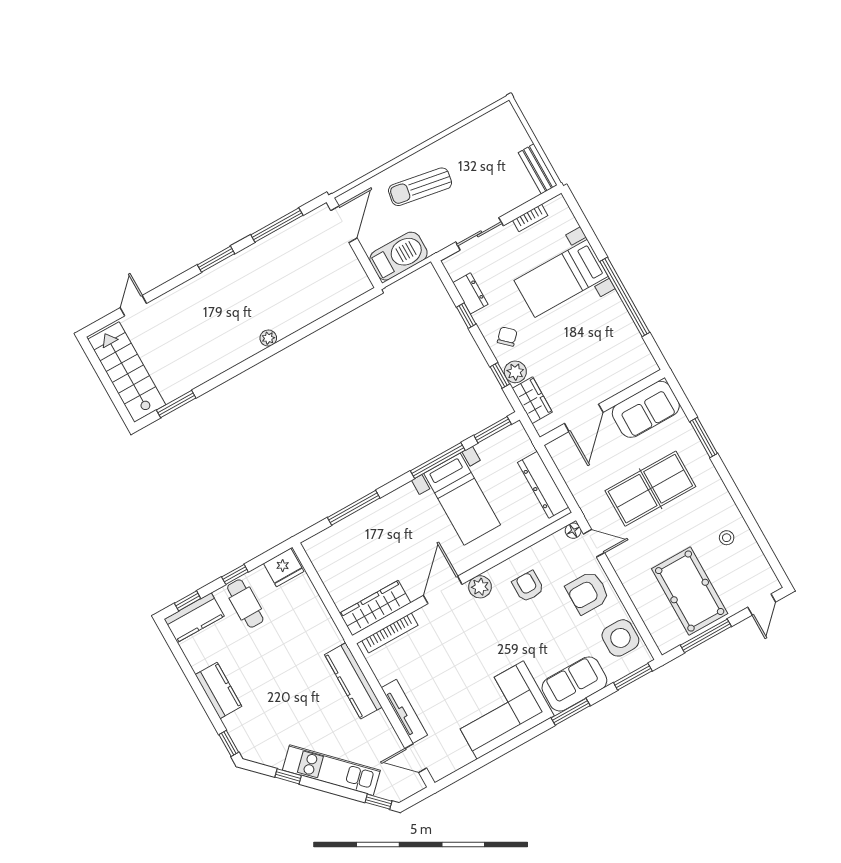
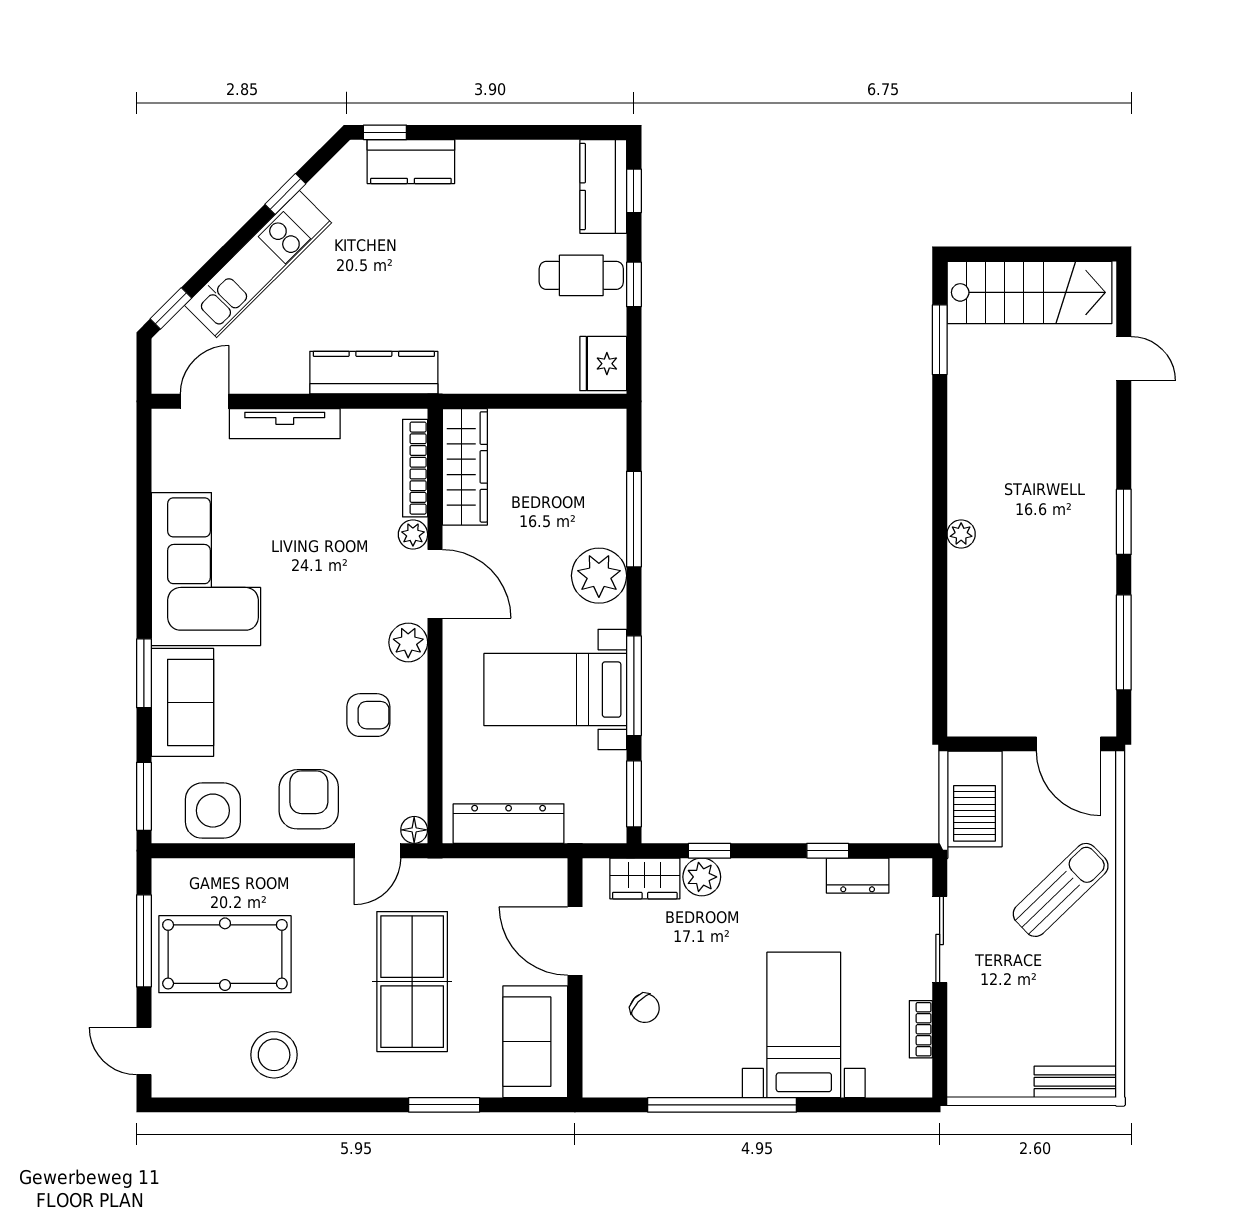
bench: (538, 169) -> (1075, 1082), moved
sun lounger: (420, 187) -> (1061, 890), turned 36
chair: (507, 337) -> (645, 1008), moved
plant: (392, 509) -> (599, 576), added
stool: (727, 538) -> (274, 1055), width x1.89, depth x1.89
plant: (424, 615) -> (413, 535), added
kitchen counter: (218, 690) -> (411, 162), moved

